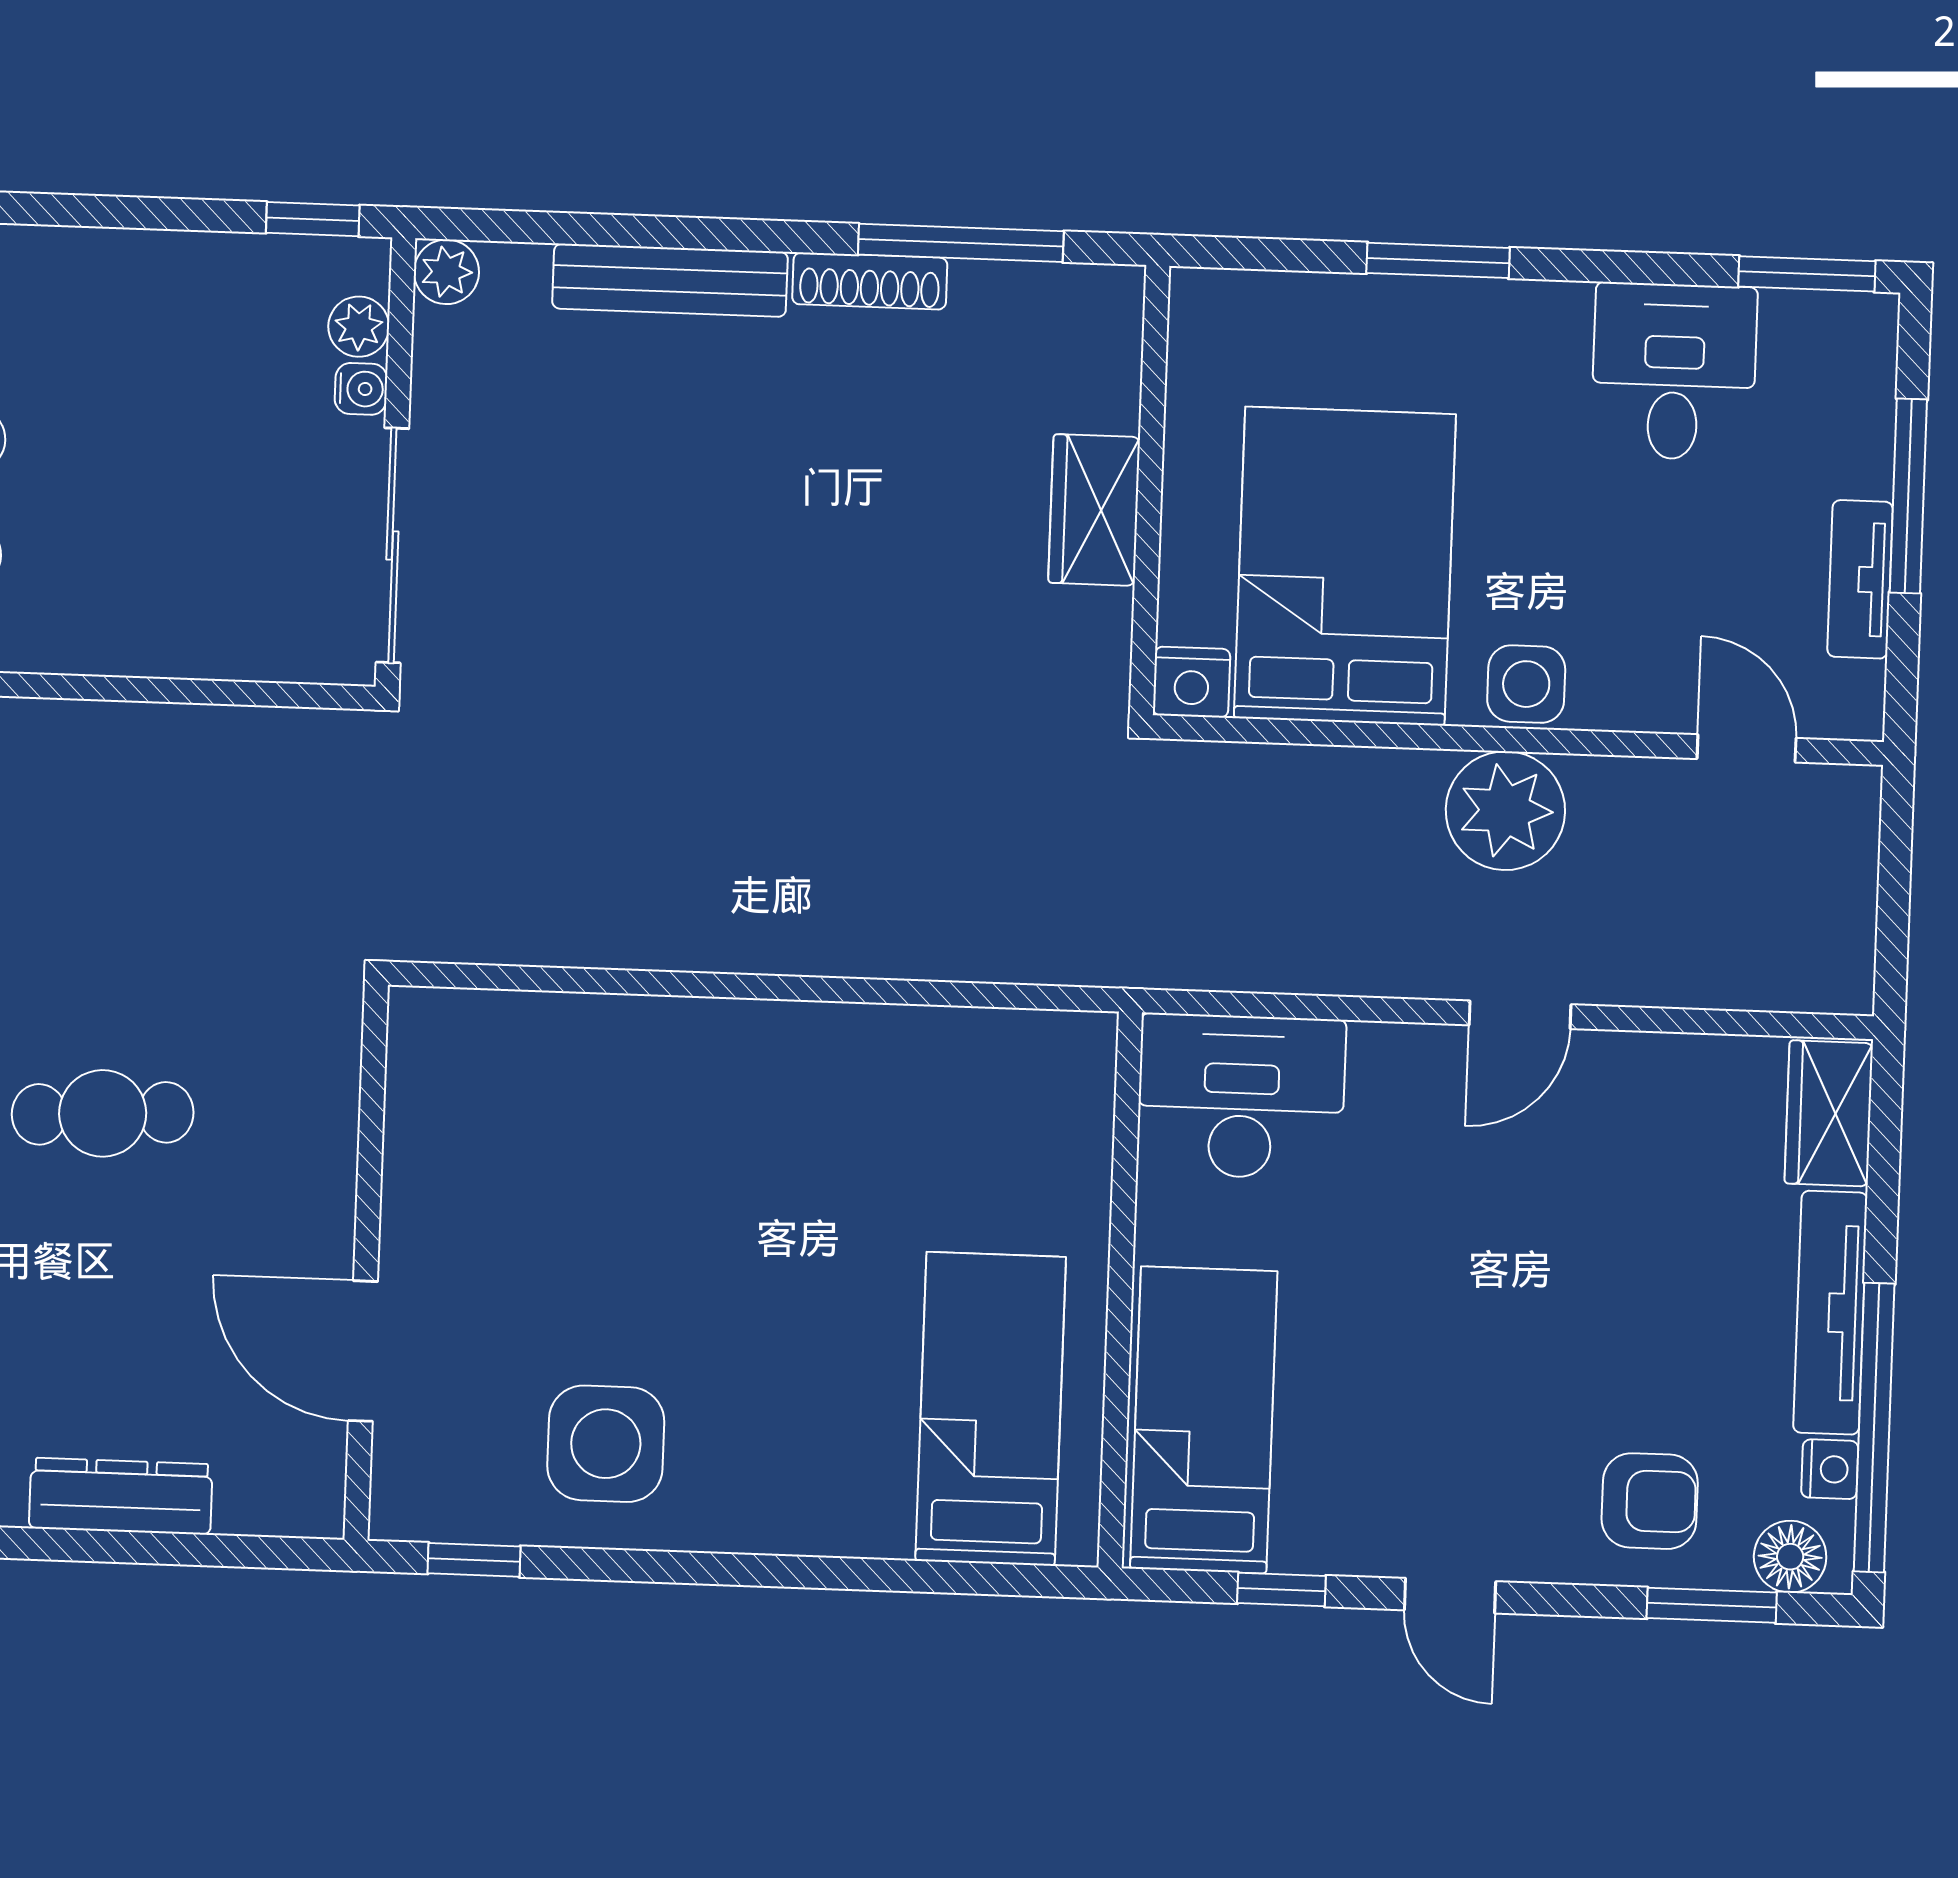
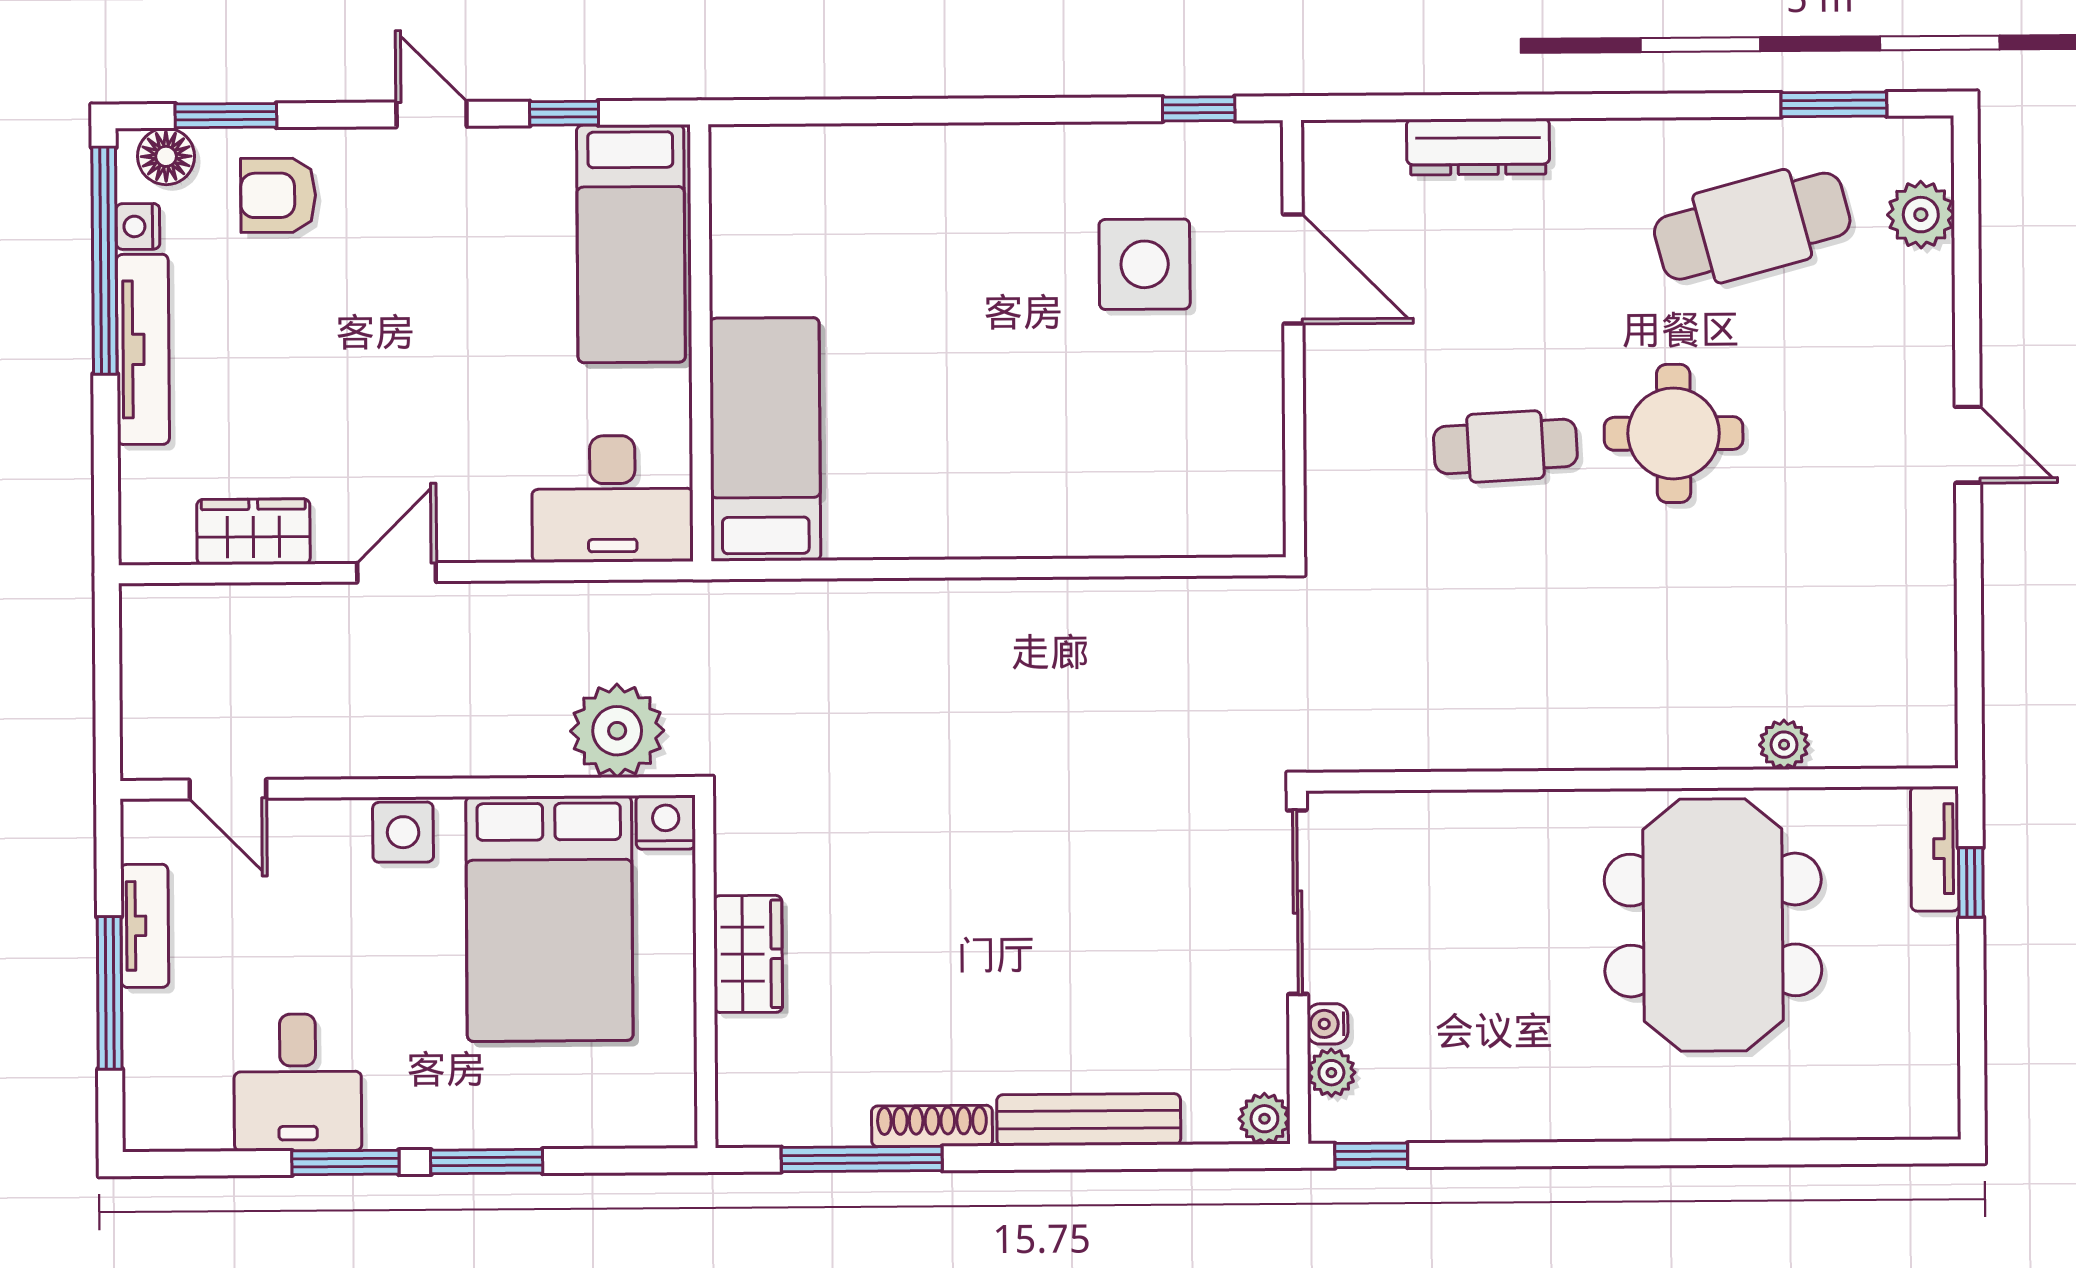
window: (1807, 274) -> (345, 1163), moved
plant: (1505, 811) -> (617, 731), moved
wardrobe: (1829, 1113) -> (253, 532), moved, turned -90
bed: (991, 1409) -> (765, 439), moved, turned 180
side table: (606, 1444) -> (1145, 264), moved

